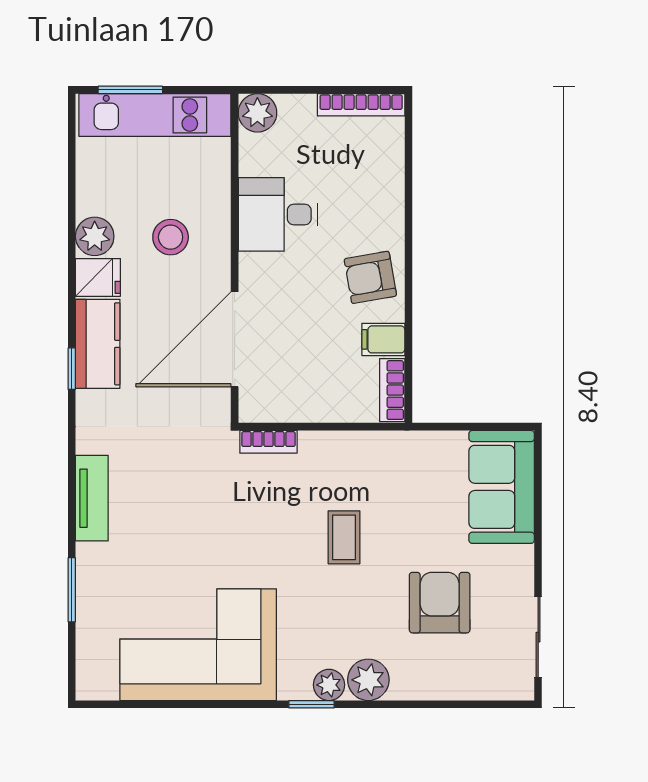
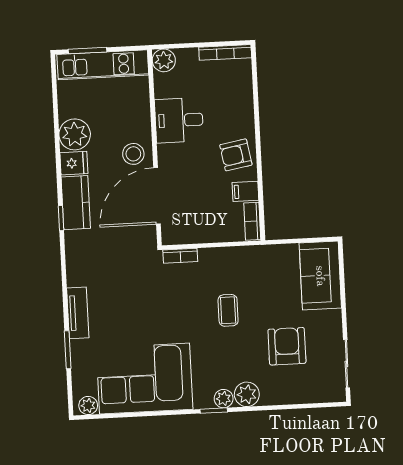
plant: (95, 236) -> (75, 134), width x1.36, depth x1.36
stool: (171, 237) -> (133, 154), moved
tv unit: (92, 498) -> (78, 313), moved
plant: (101, 685) -> (88, 405), added

